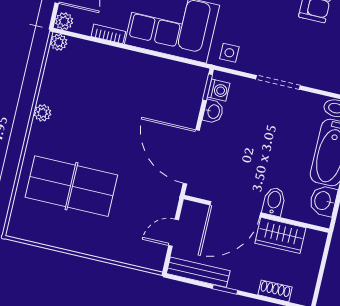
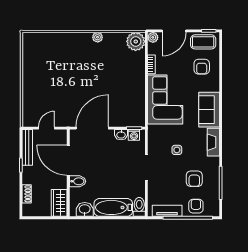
plant: (59, 42) -> (136, 41), width x1.87, depth x1.87
side table: (229, 53) -> (177, 150), moved
table tennis table: (71, 186) -> (59, 64), removed
door: (174, 233) -> (46, 128), hinge flipped
wardrobe: (280, 235) -> (59, 203), moved

